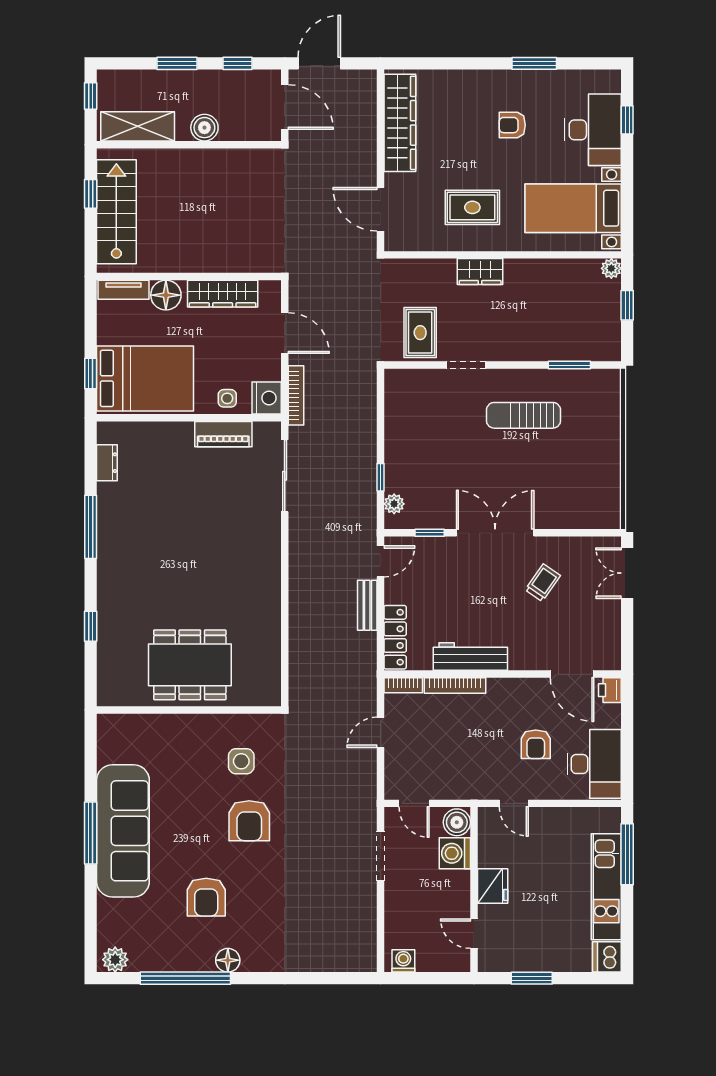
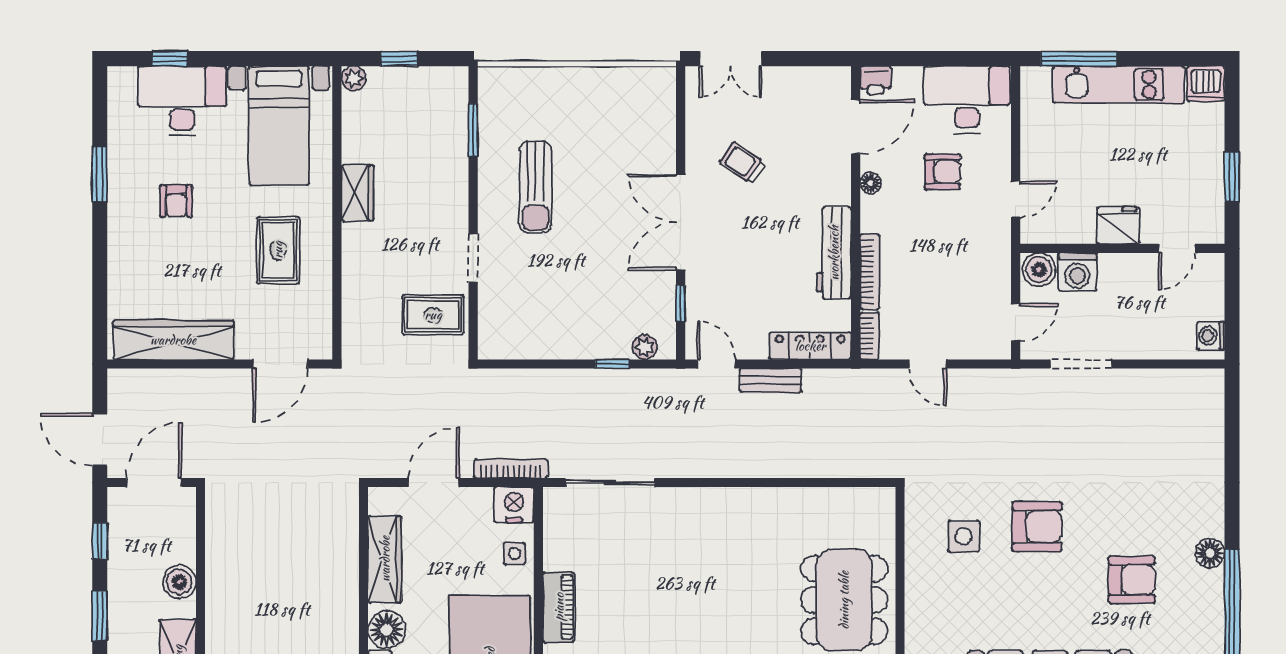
wardrobe: (480, 272) -> (357, 193), moved
piano: (223, 434) -> (559, 607), moved
floor lamp: (527, 686) -> (871, 183), added

